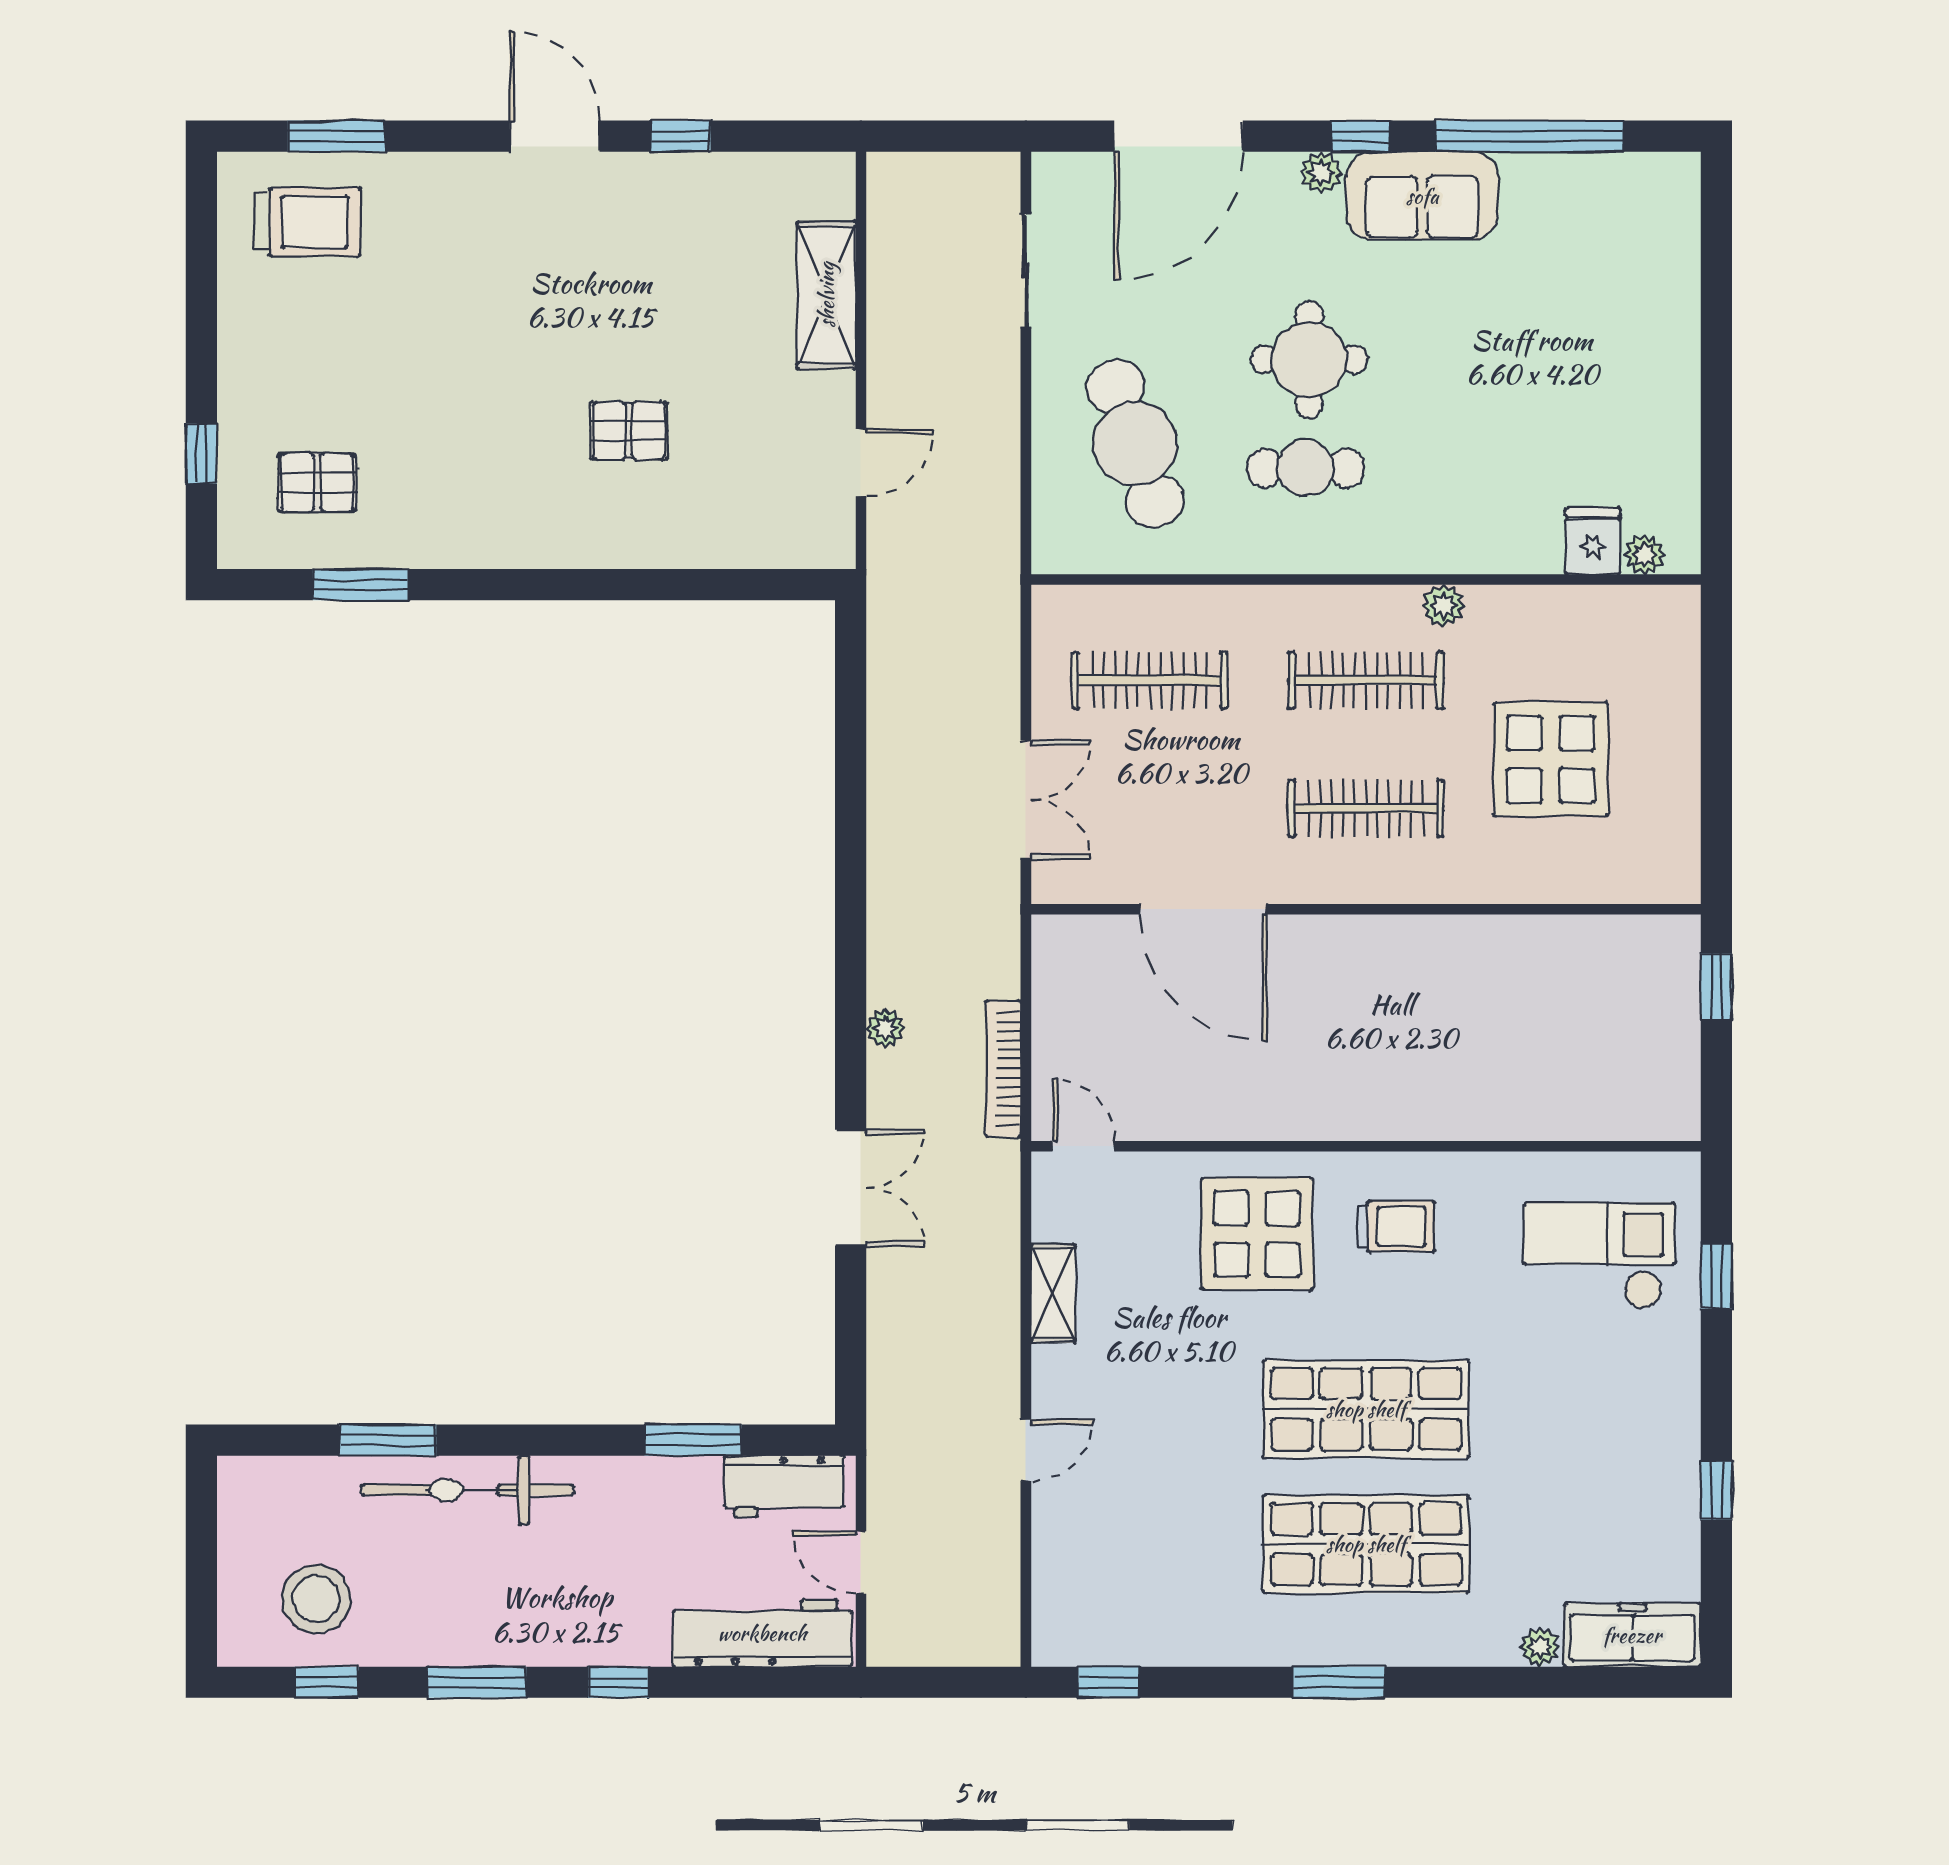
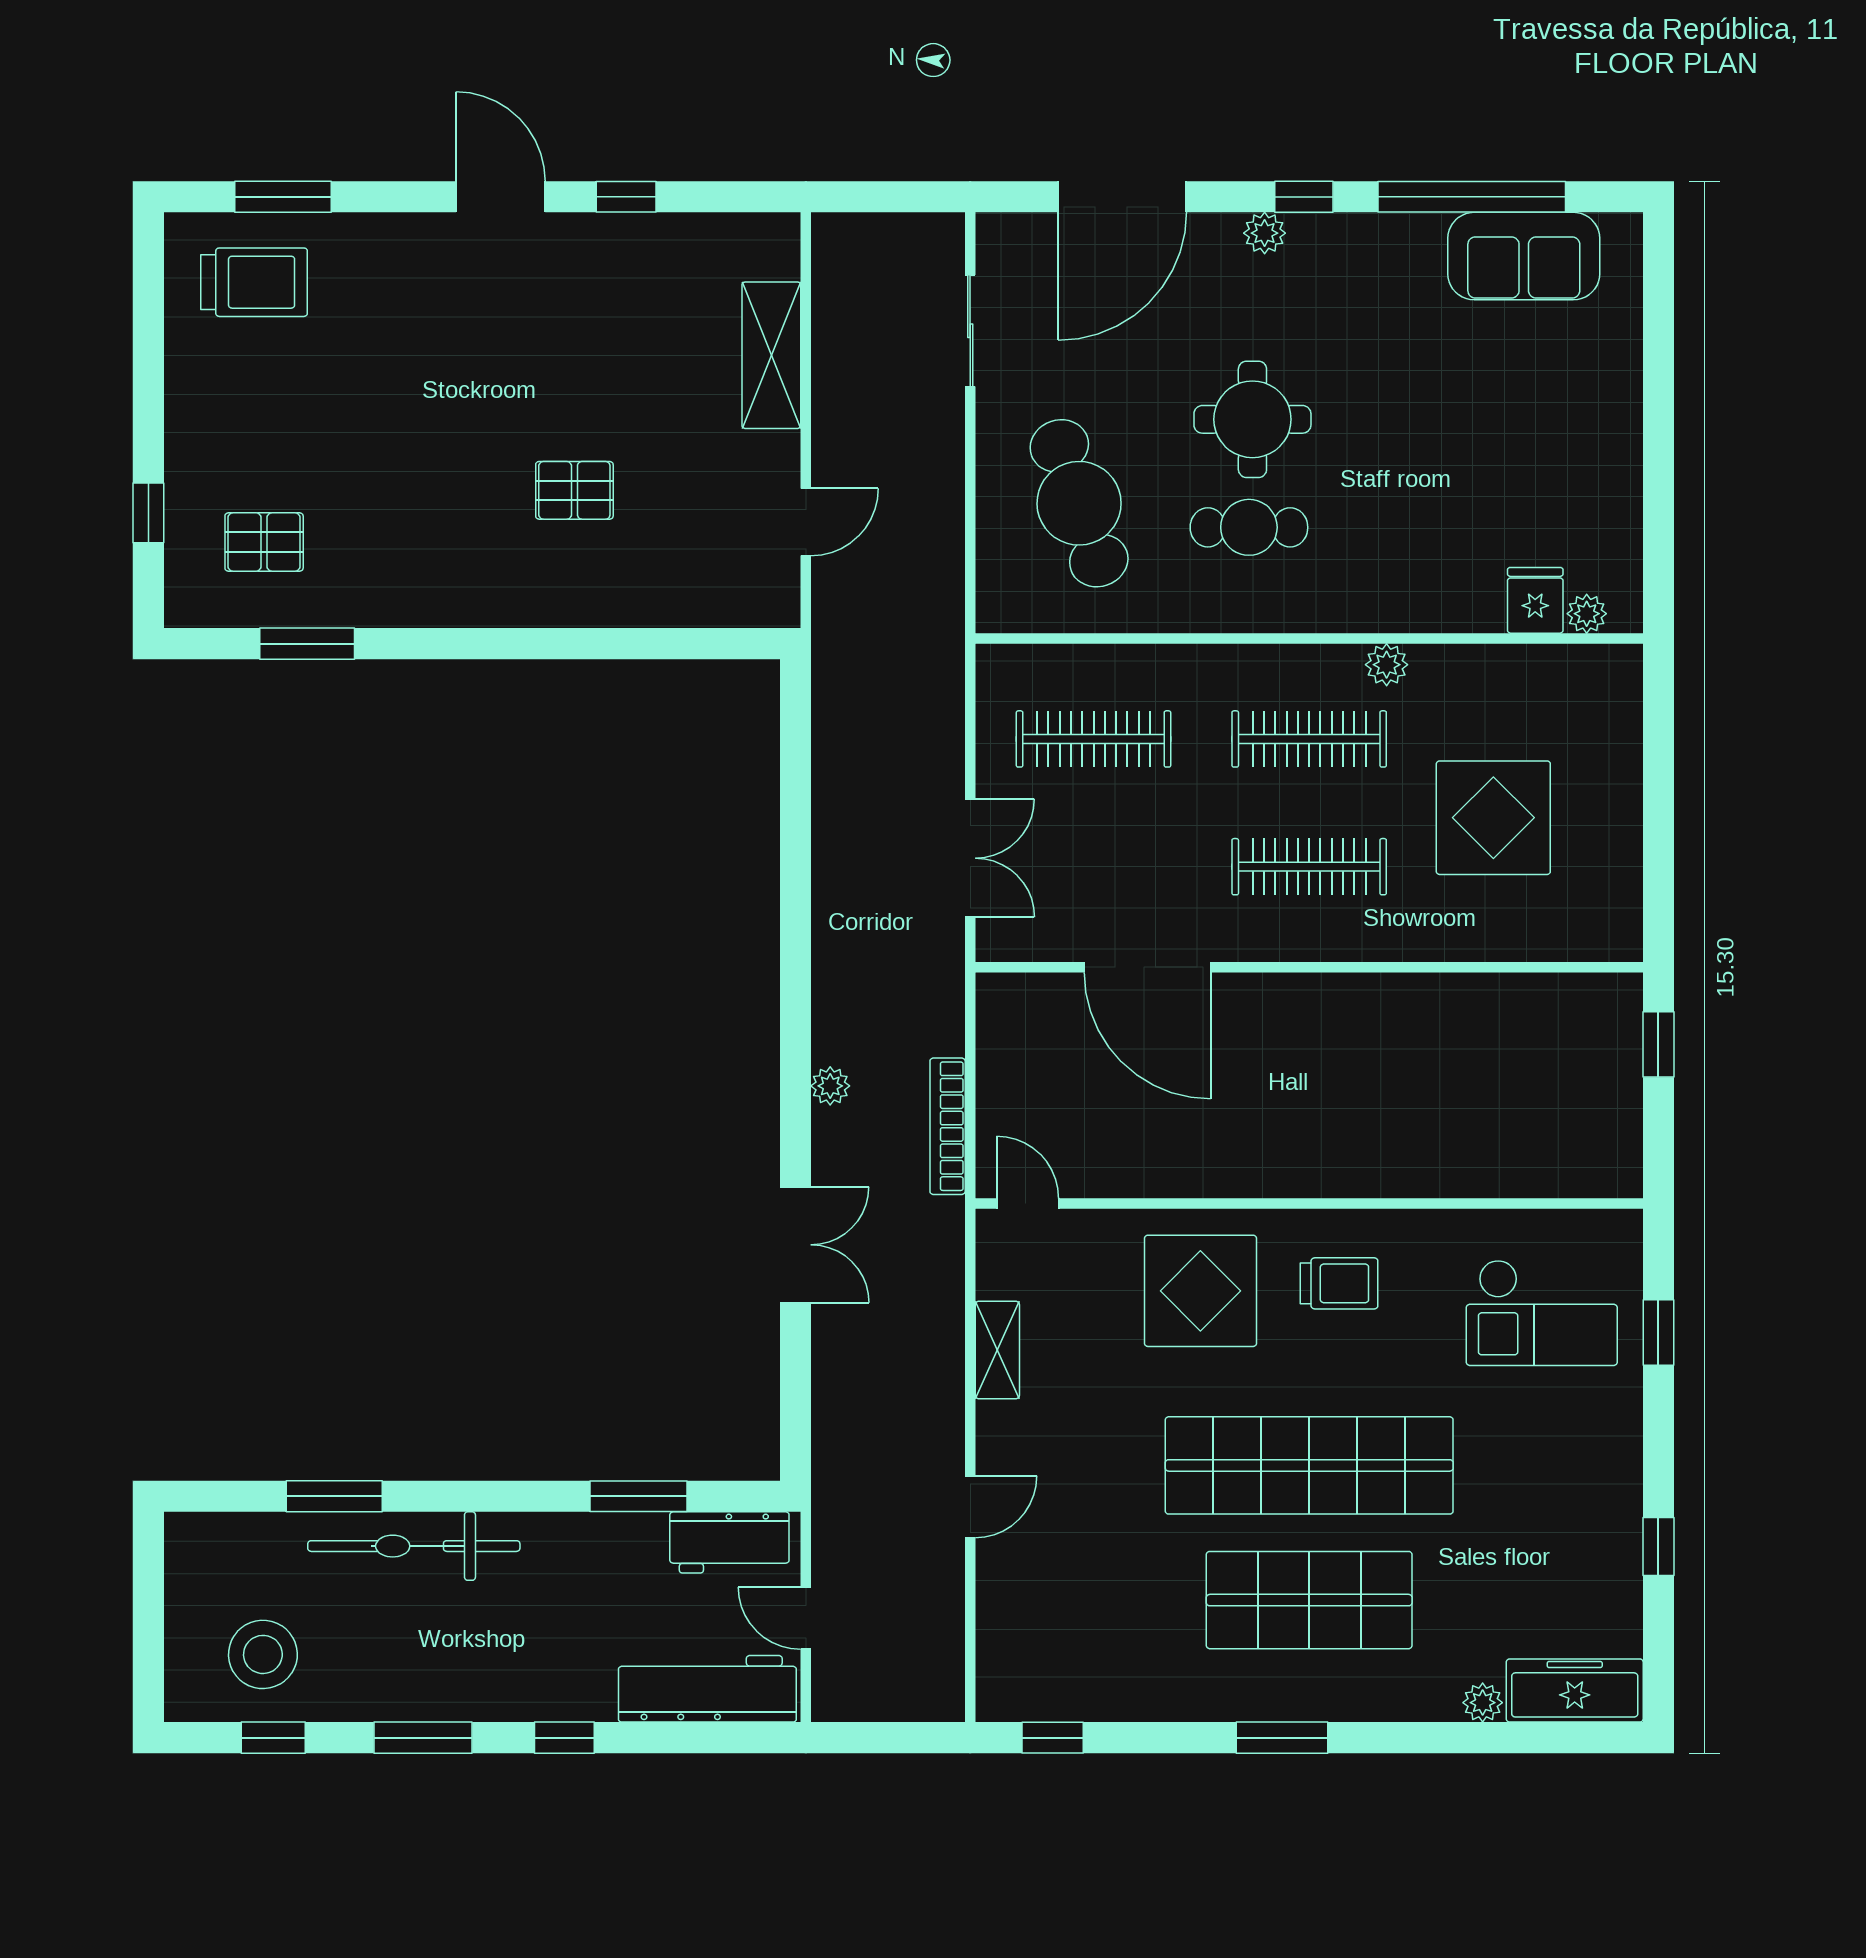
sofa: (1422, 196) -> (1524, 256), moved
checkout: (1599, 1256) -> (1542, 1313), turned 180
shop shelf: (1366, 1409) -> (1309, 1465), width x1.40

